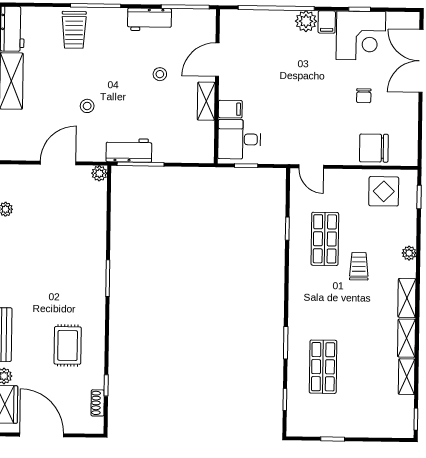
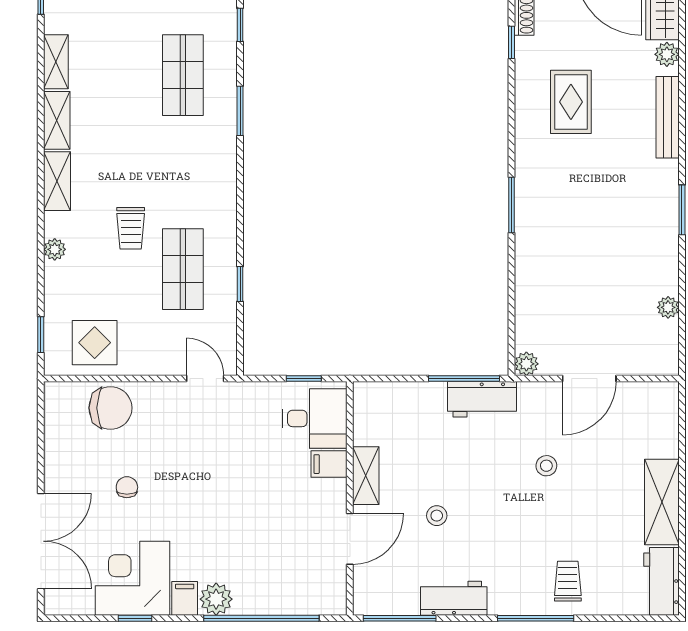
trolley: (74, 30) -> (568, 581), width x0.73, depth x0.72

